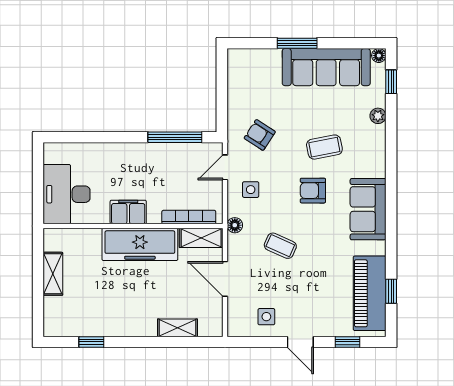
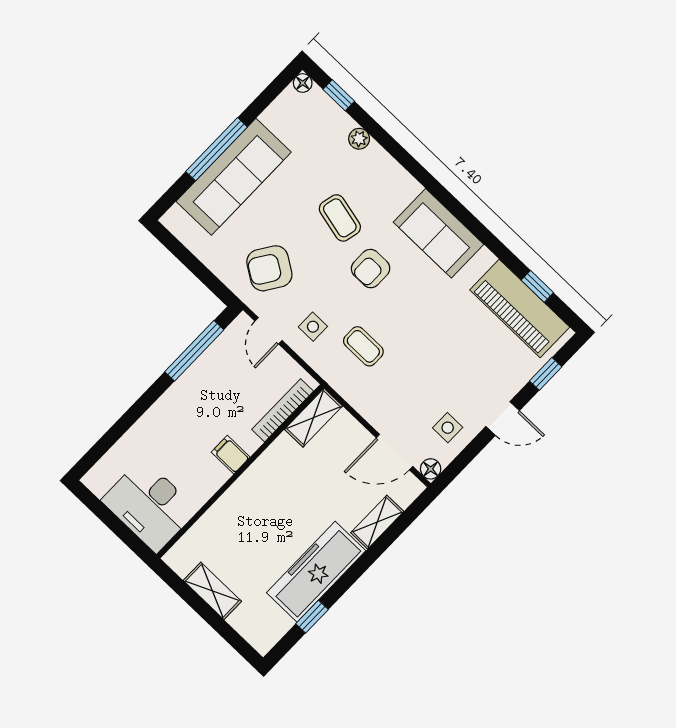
window: (297, 43) -> (217, 149), width x1.44
sofa: (326, 67) -> (234, 177), moved
armchair: (260, 135) -> (269, 268), width x1.38, depth x1.38
coffee table: (324, 147) -> (340, 218), turned -66
filing cabinet: (128, 212) -> (231, 455), width x0.50
floor lamp: (235, 225) -> (431, 469), moved
freezer: (140, 244) -> (316, 572), moved, turned 180
coffee table: (280, 246) -> (363, 346), moved, turned 66
door: (225, 279) -> (395, 452), moved

